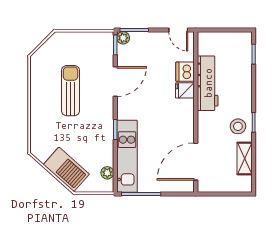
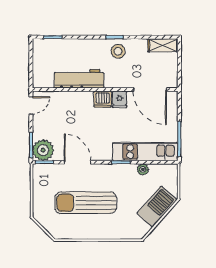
plant: (123, 38) -> (43, 150), width x1.87, depth x1.87
dishwasher: (185, 72) -> (103, 99), moved
fridge: (185, 90) -> (120, 99), moved
sun lounger: (70, 91) -> (86, 203), width x1.36, depth x1.34
shelving: (245, 158) -> (163, 45), moved
plant: (107, 173) -> (143, 169), moved

